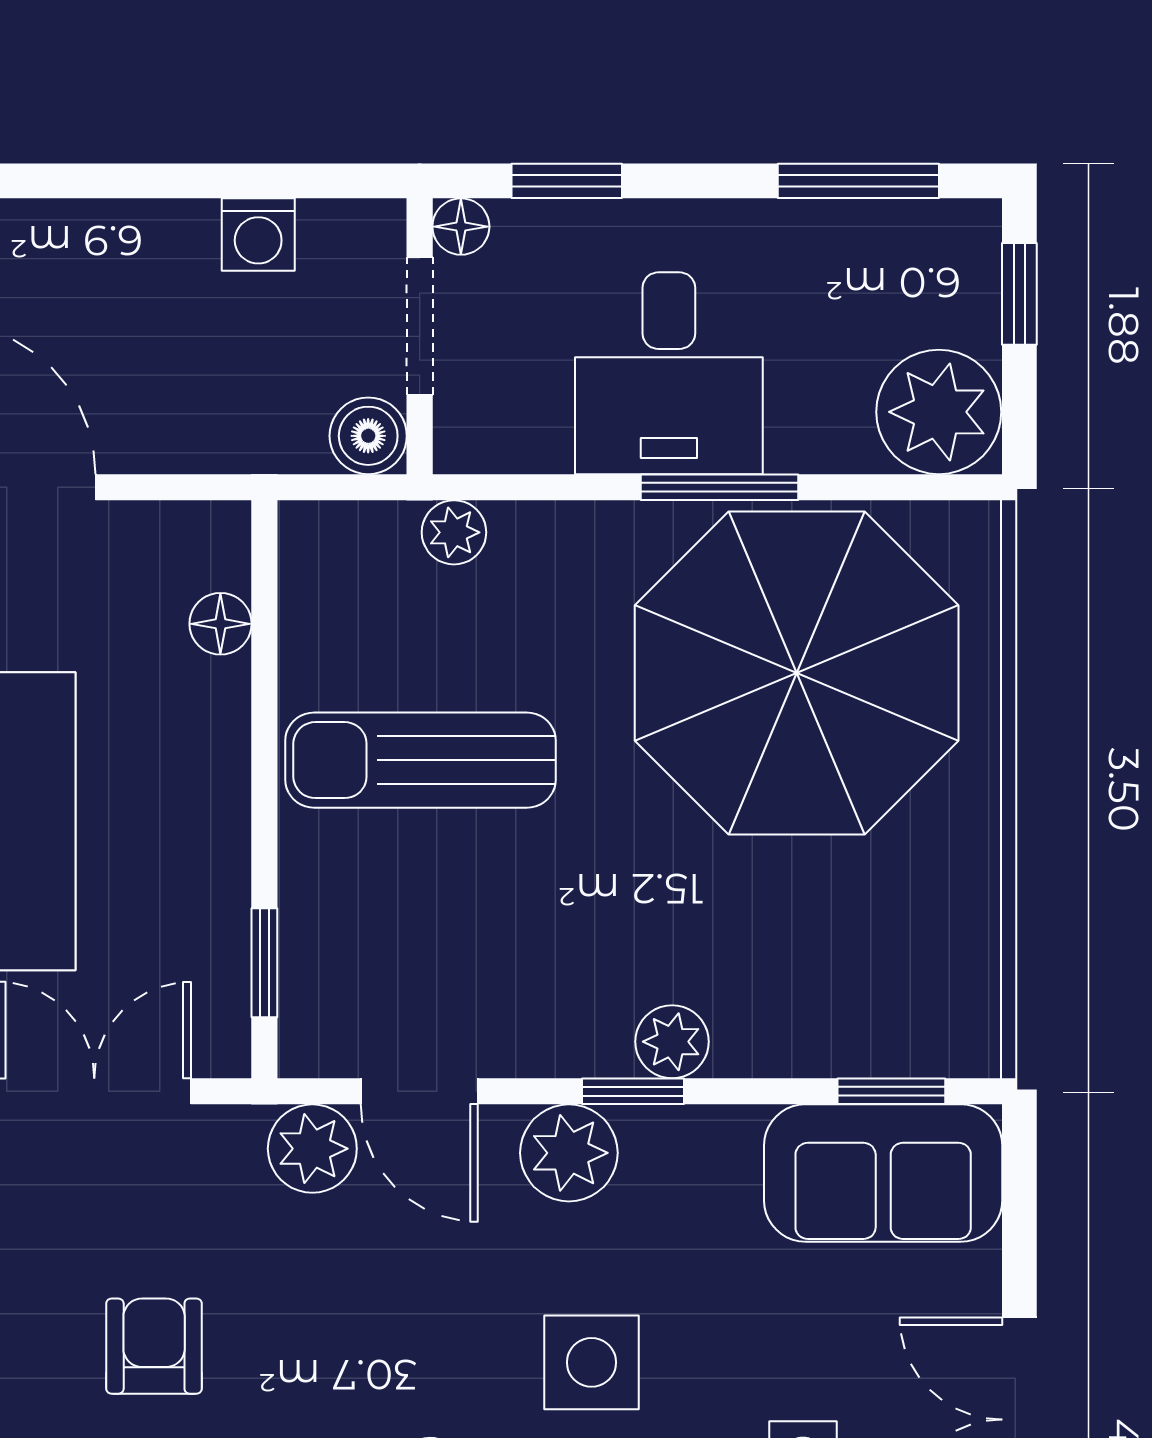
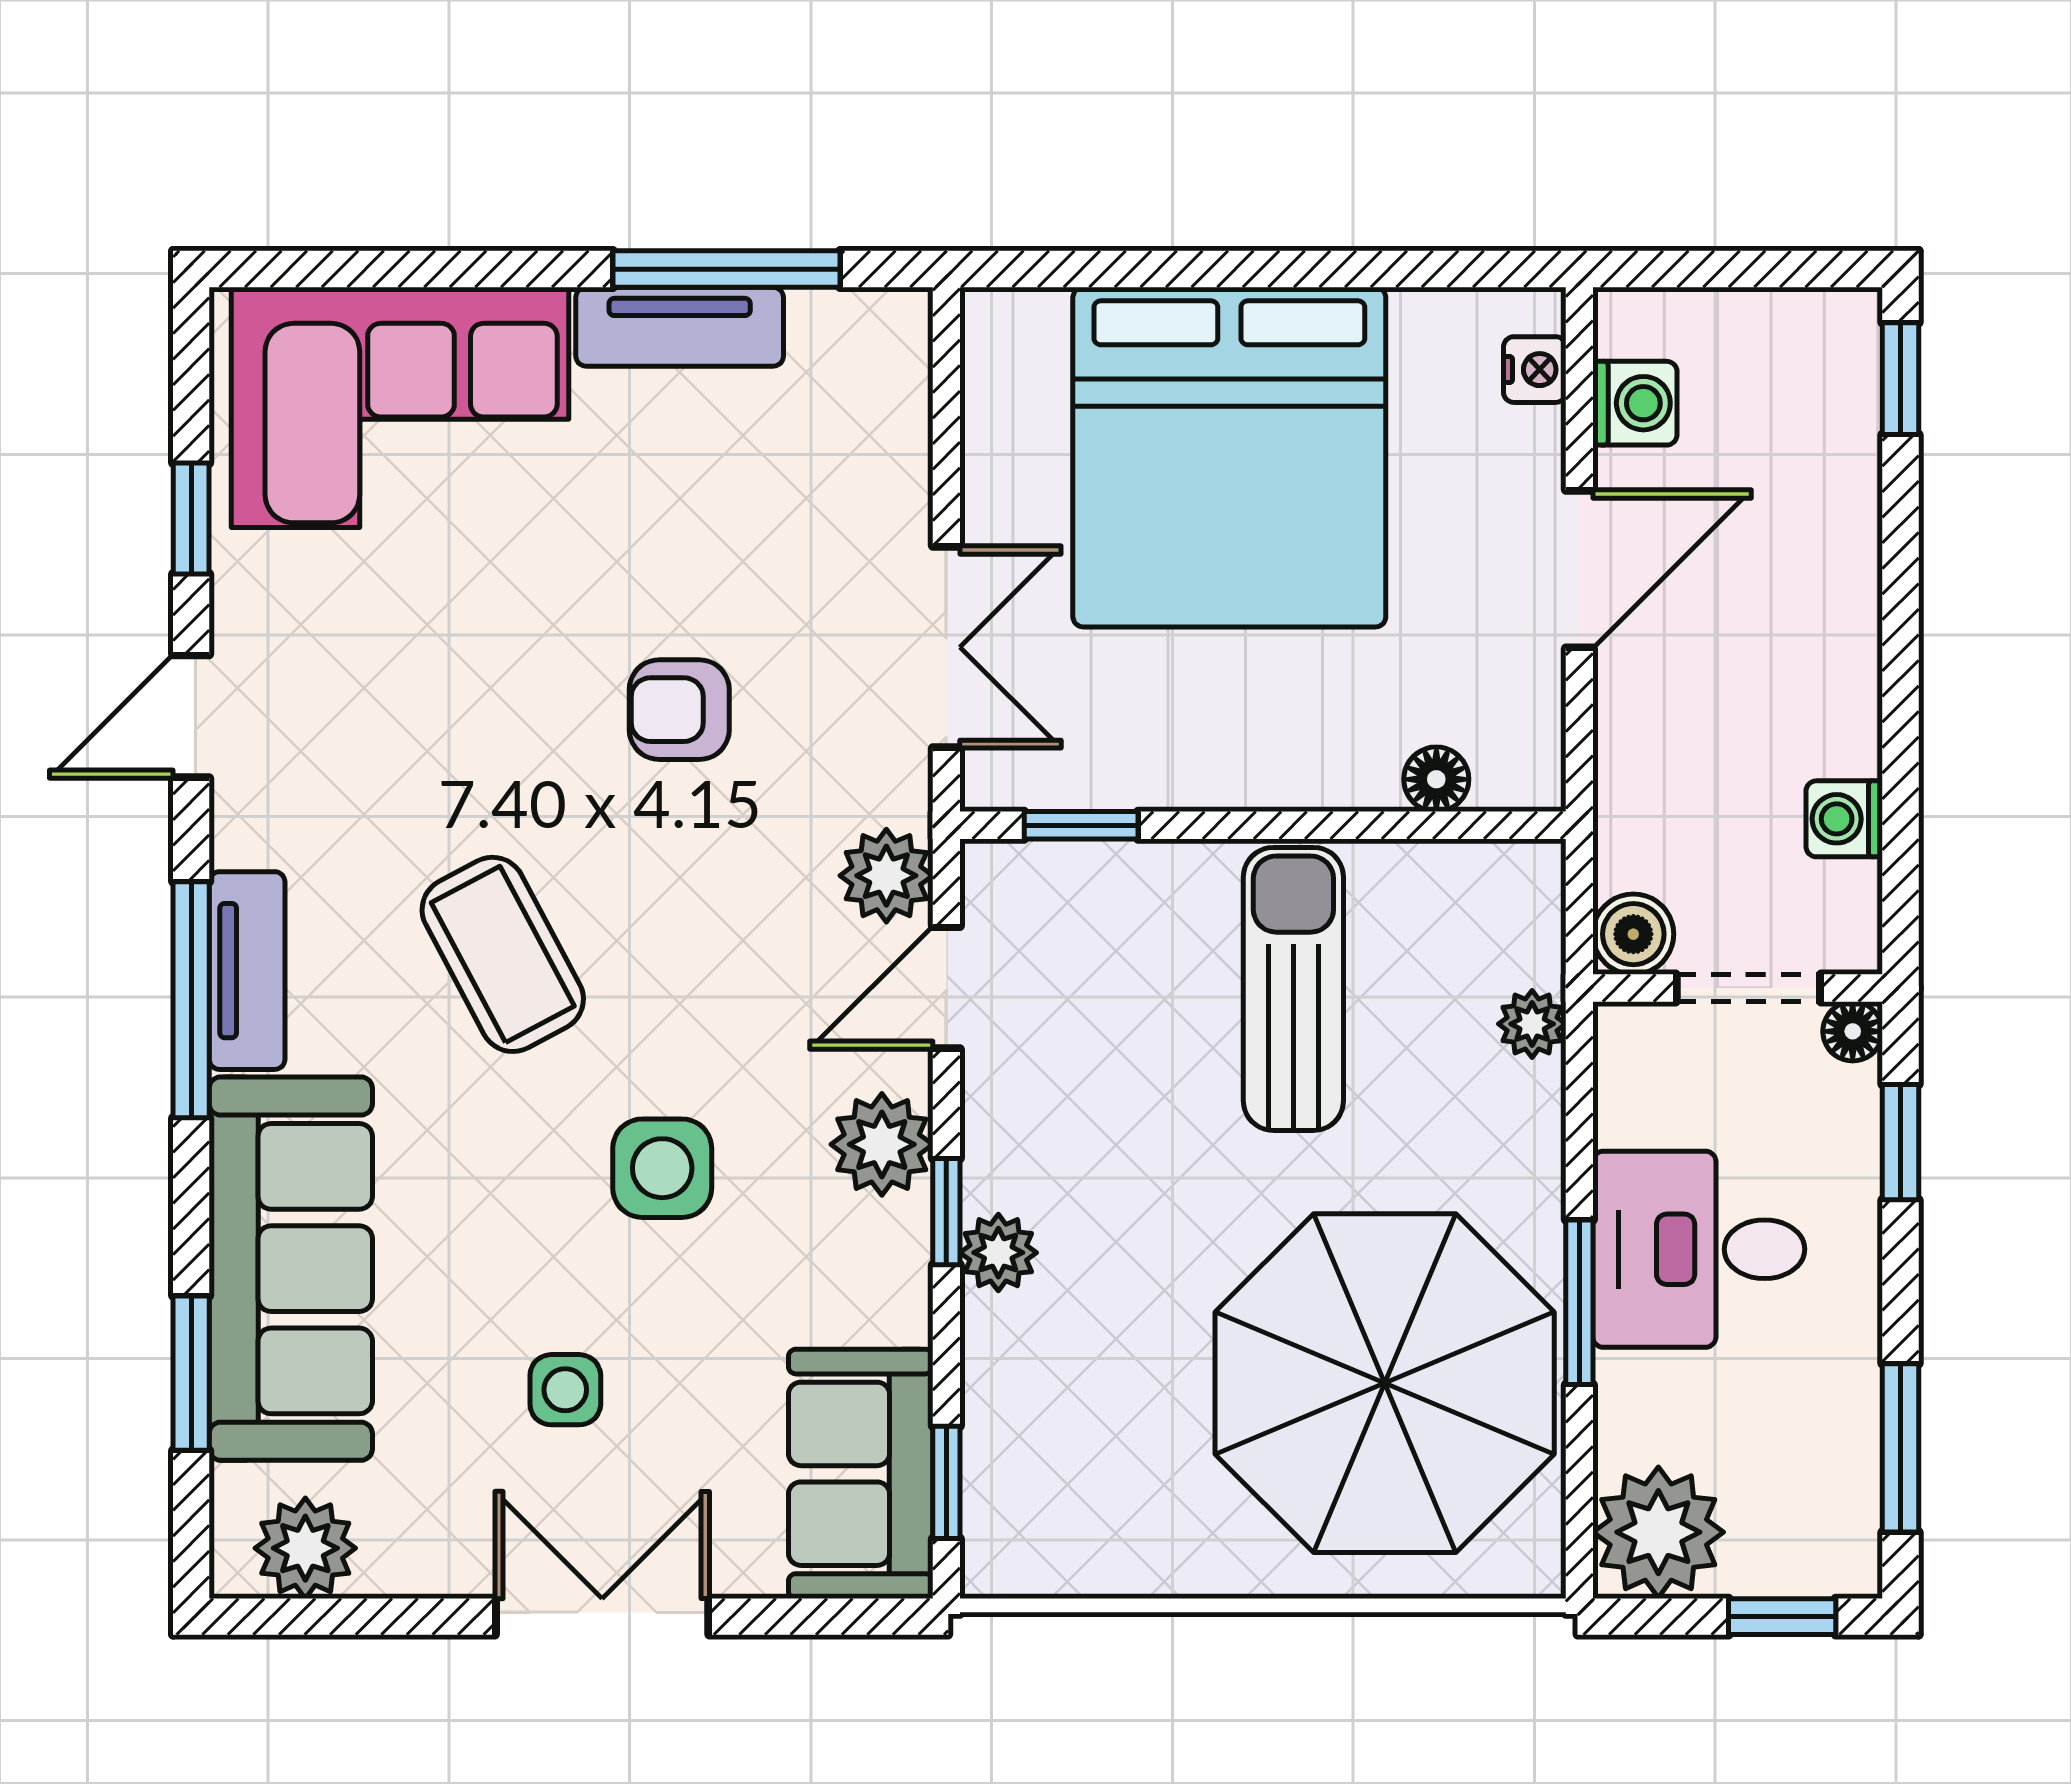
armchair: (154, 1346) -> (679, 710), turned 180

